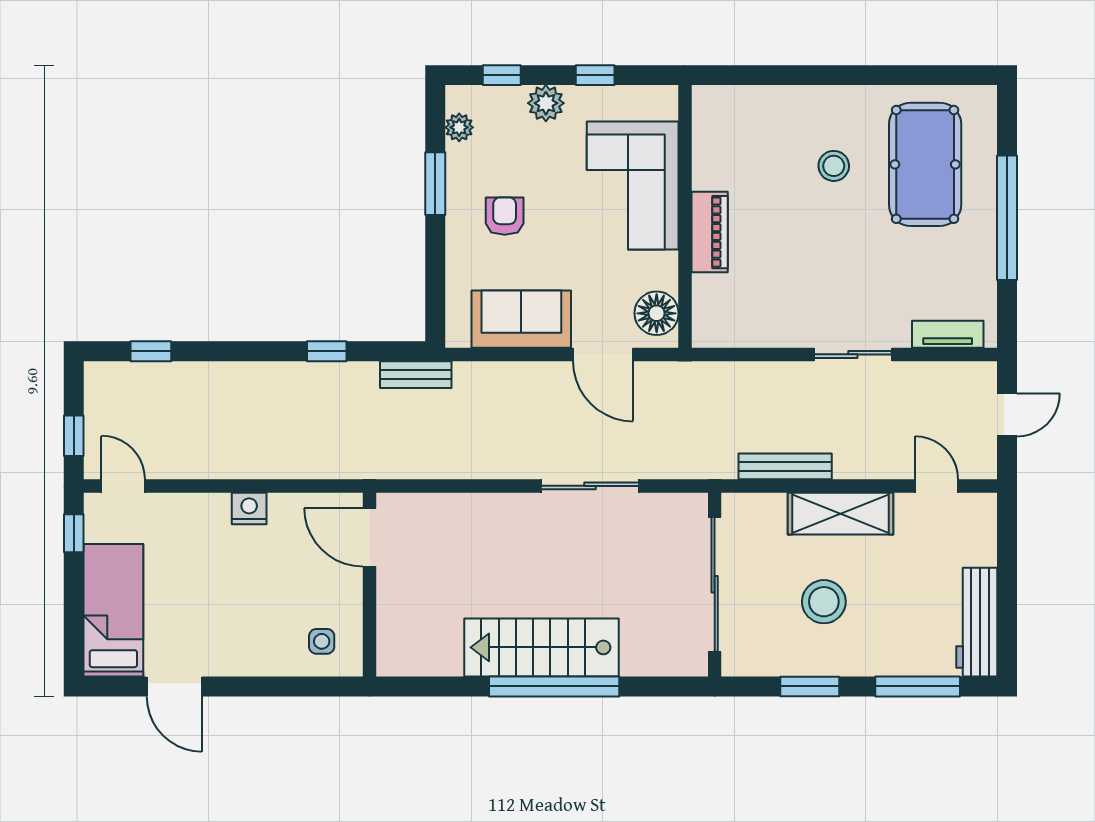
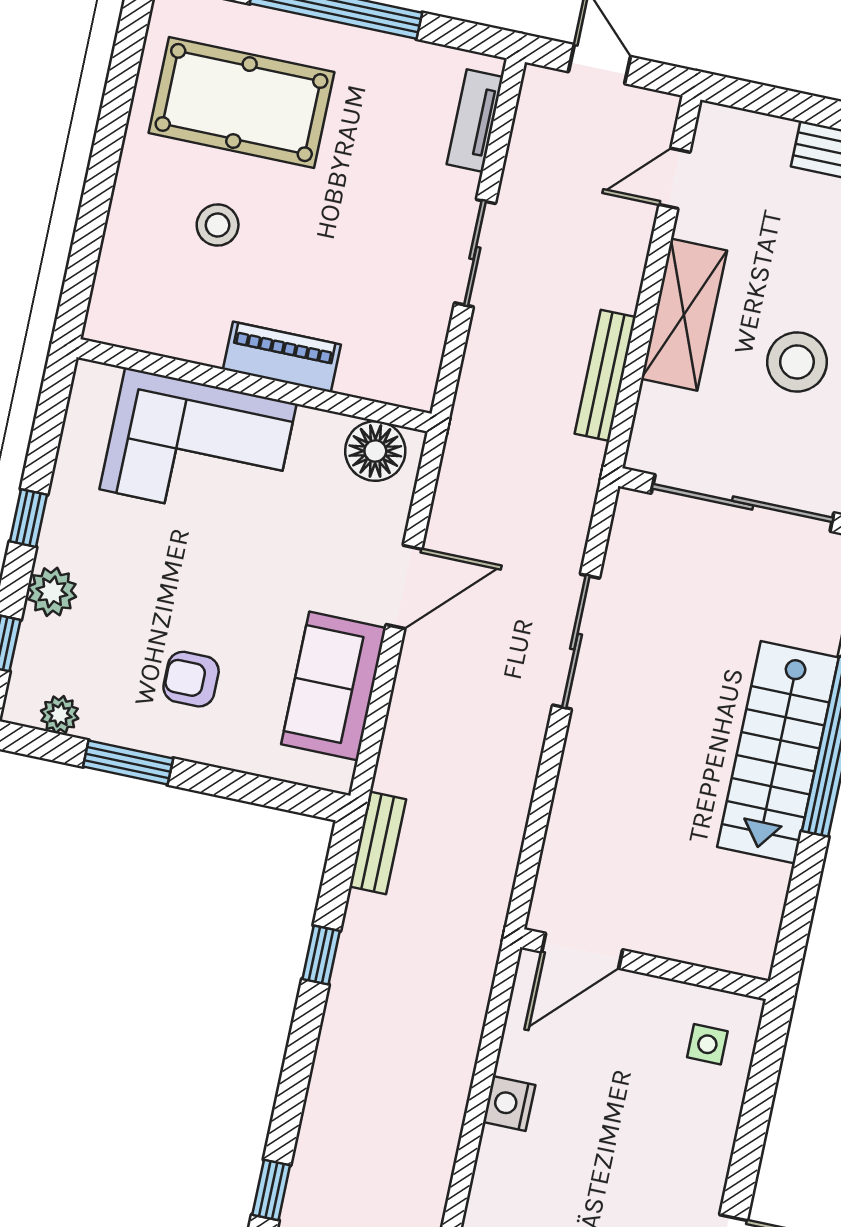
corner sofa: (633, 186) -> (198, 447), moved
wall: (685, 216) -> (254, 385), moved
piano: (710, 232) -> (282, 357), moved
floor lamp: (657, 313) -> (375, 451), moved

